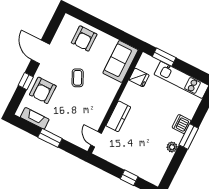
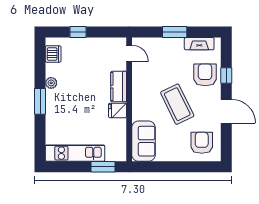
armchair: (84, 39) -> (202, 143), moved
fridge: (139, 77) -> (118, 110), moved
coffee table: (78, 78) -> (177, 104), width x1.86, depth x1.72
dishwasher: (182, 124) -> (53, 54), moved

